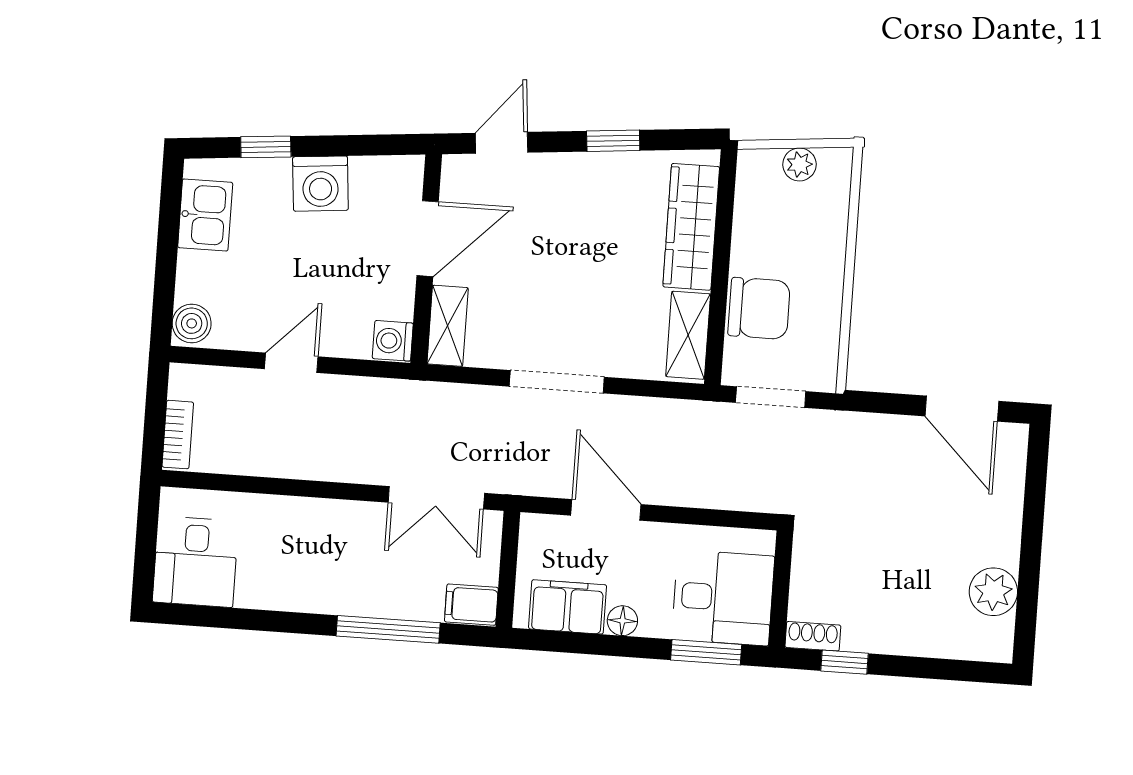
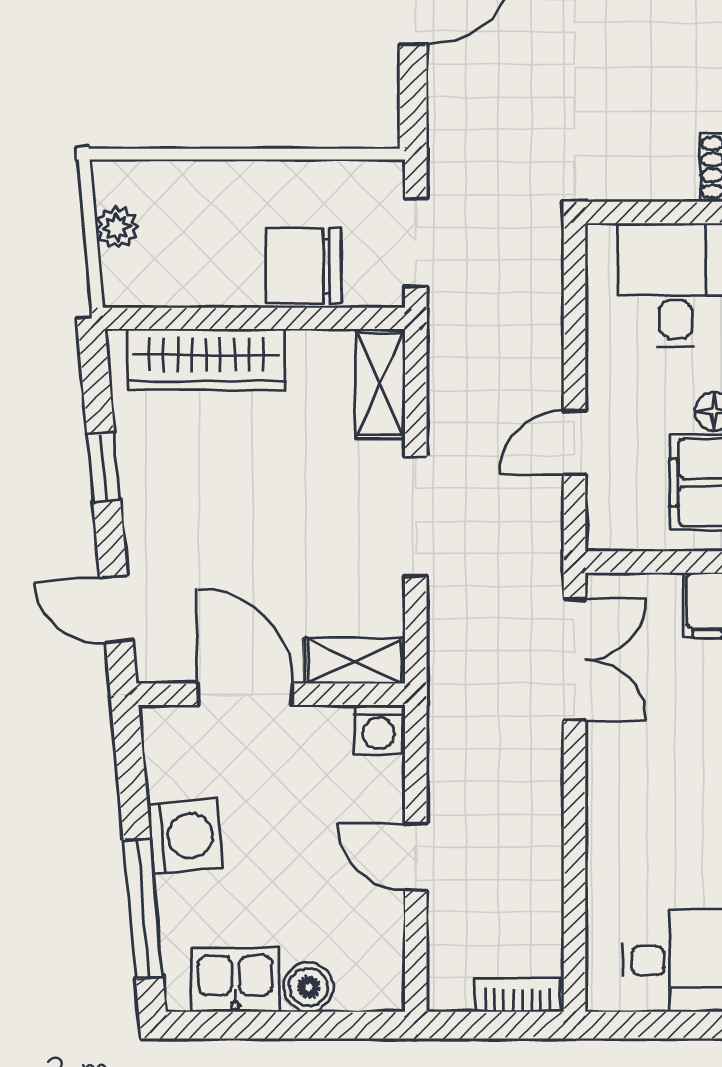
window: (266, 147) -> (143, 909), width x2.17
chair: (759, 308) -> (304, 266), turned -90
boiler: (192, 323) -> (309, 987), moved
shelving: (688, 335) -> (380, 384), moved, turned 90
door: (606, 510) -> (575, 442), width x0.73

